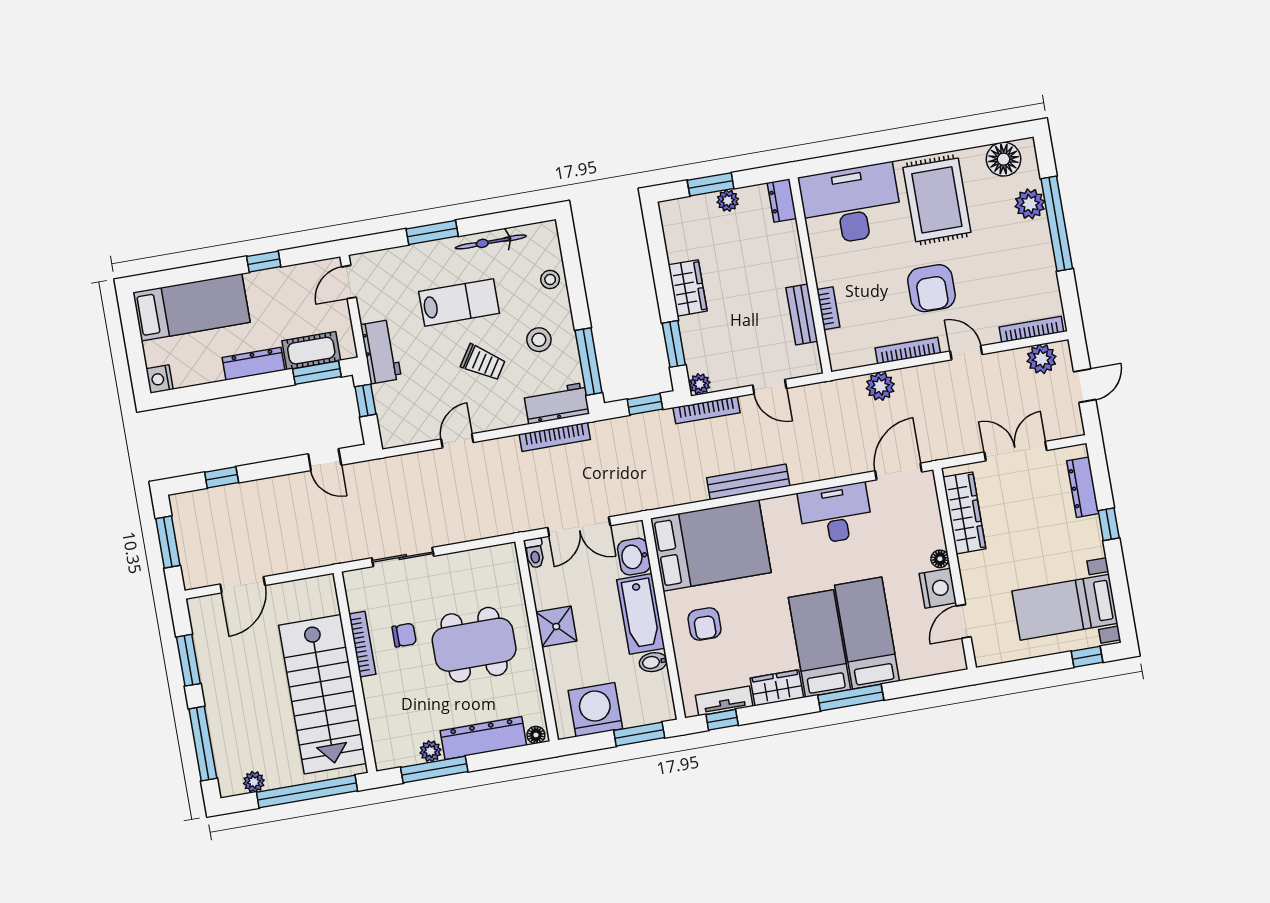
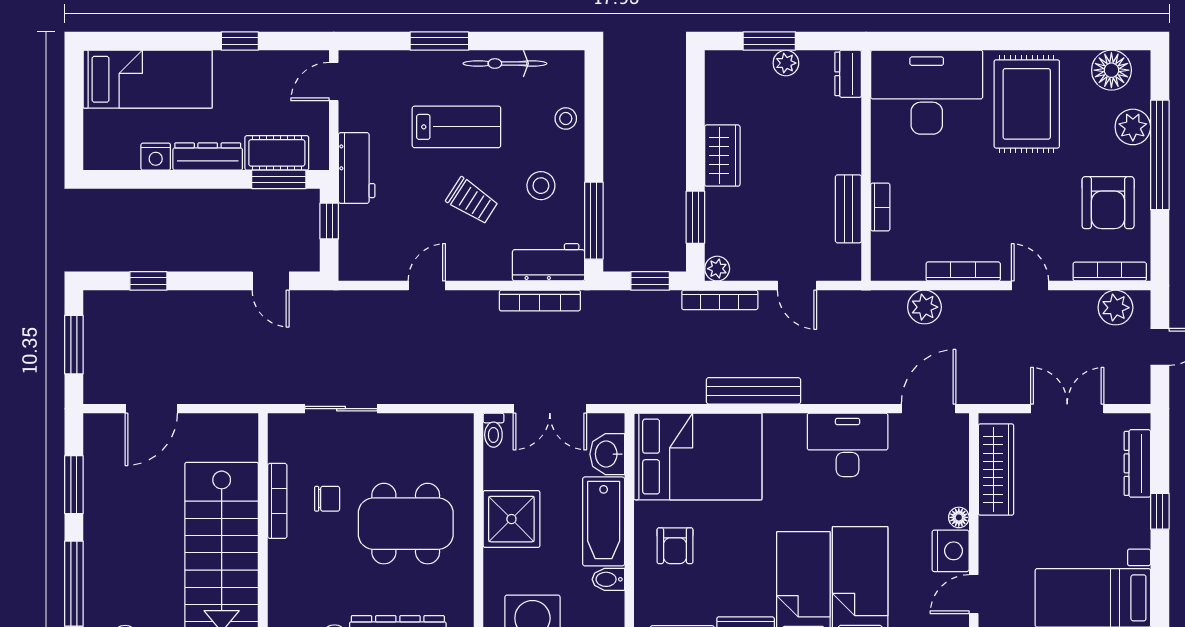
armchair: (931, 288) -> (1108, 203), moved
nightstand: (160, 379) -> (156, 157), moved, turned -90
shower: (556, 626) -> (511, 519), width x1.36, depth x1.36

